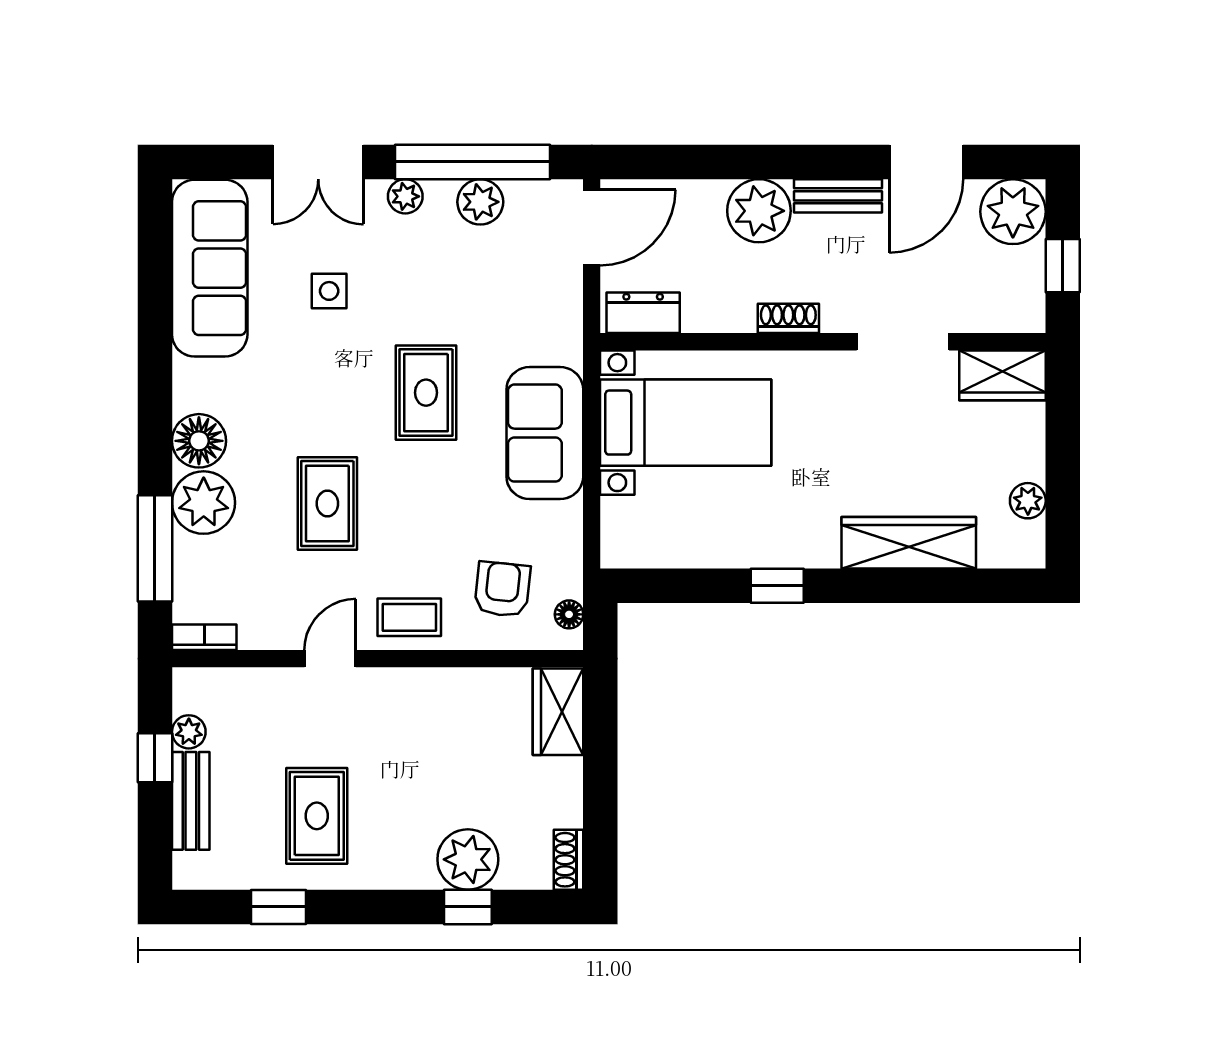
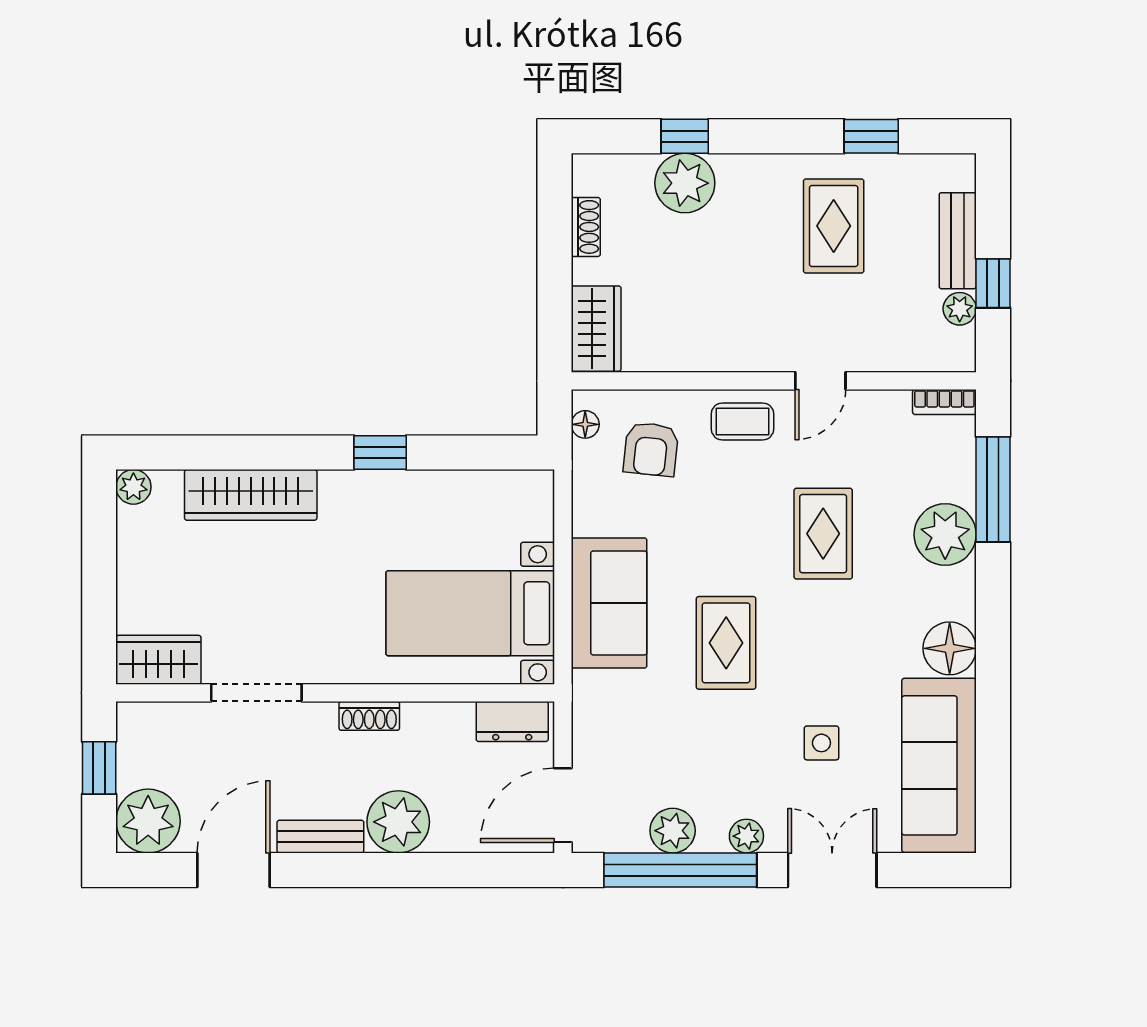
floor lamp: (199, 441) -> (950, 648), moved
plant: (1028, 501) -> (133, 487), moved
shoe rack: (568, 860) -> (586, 227), moved

